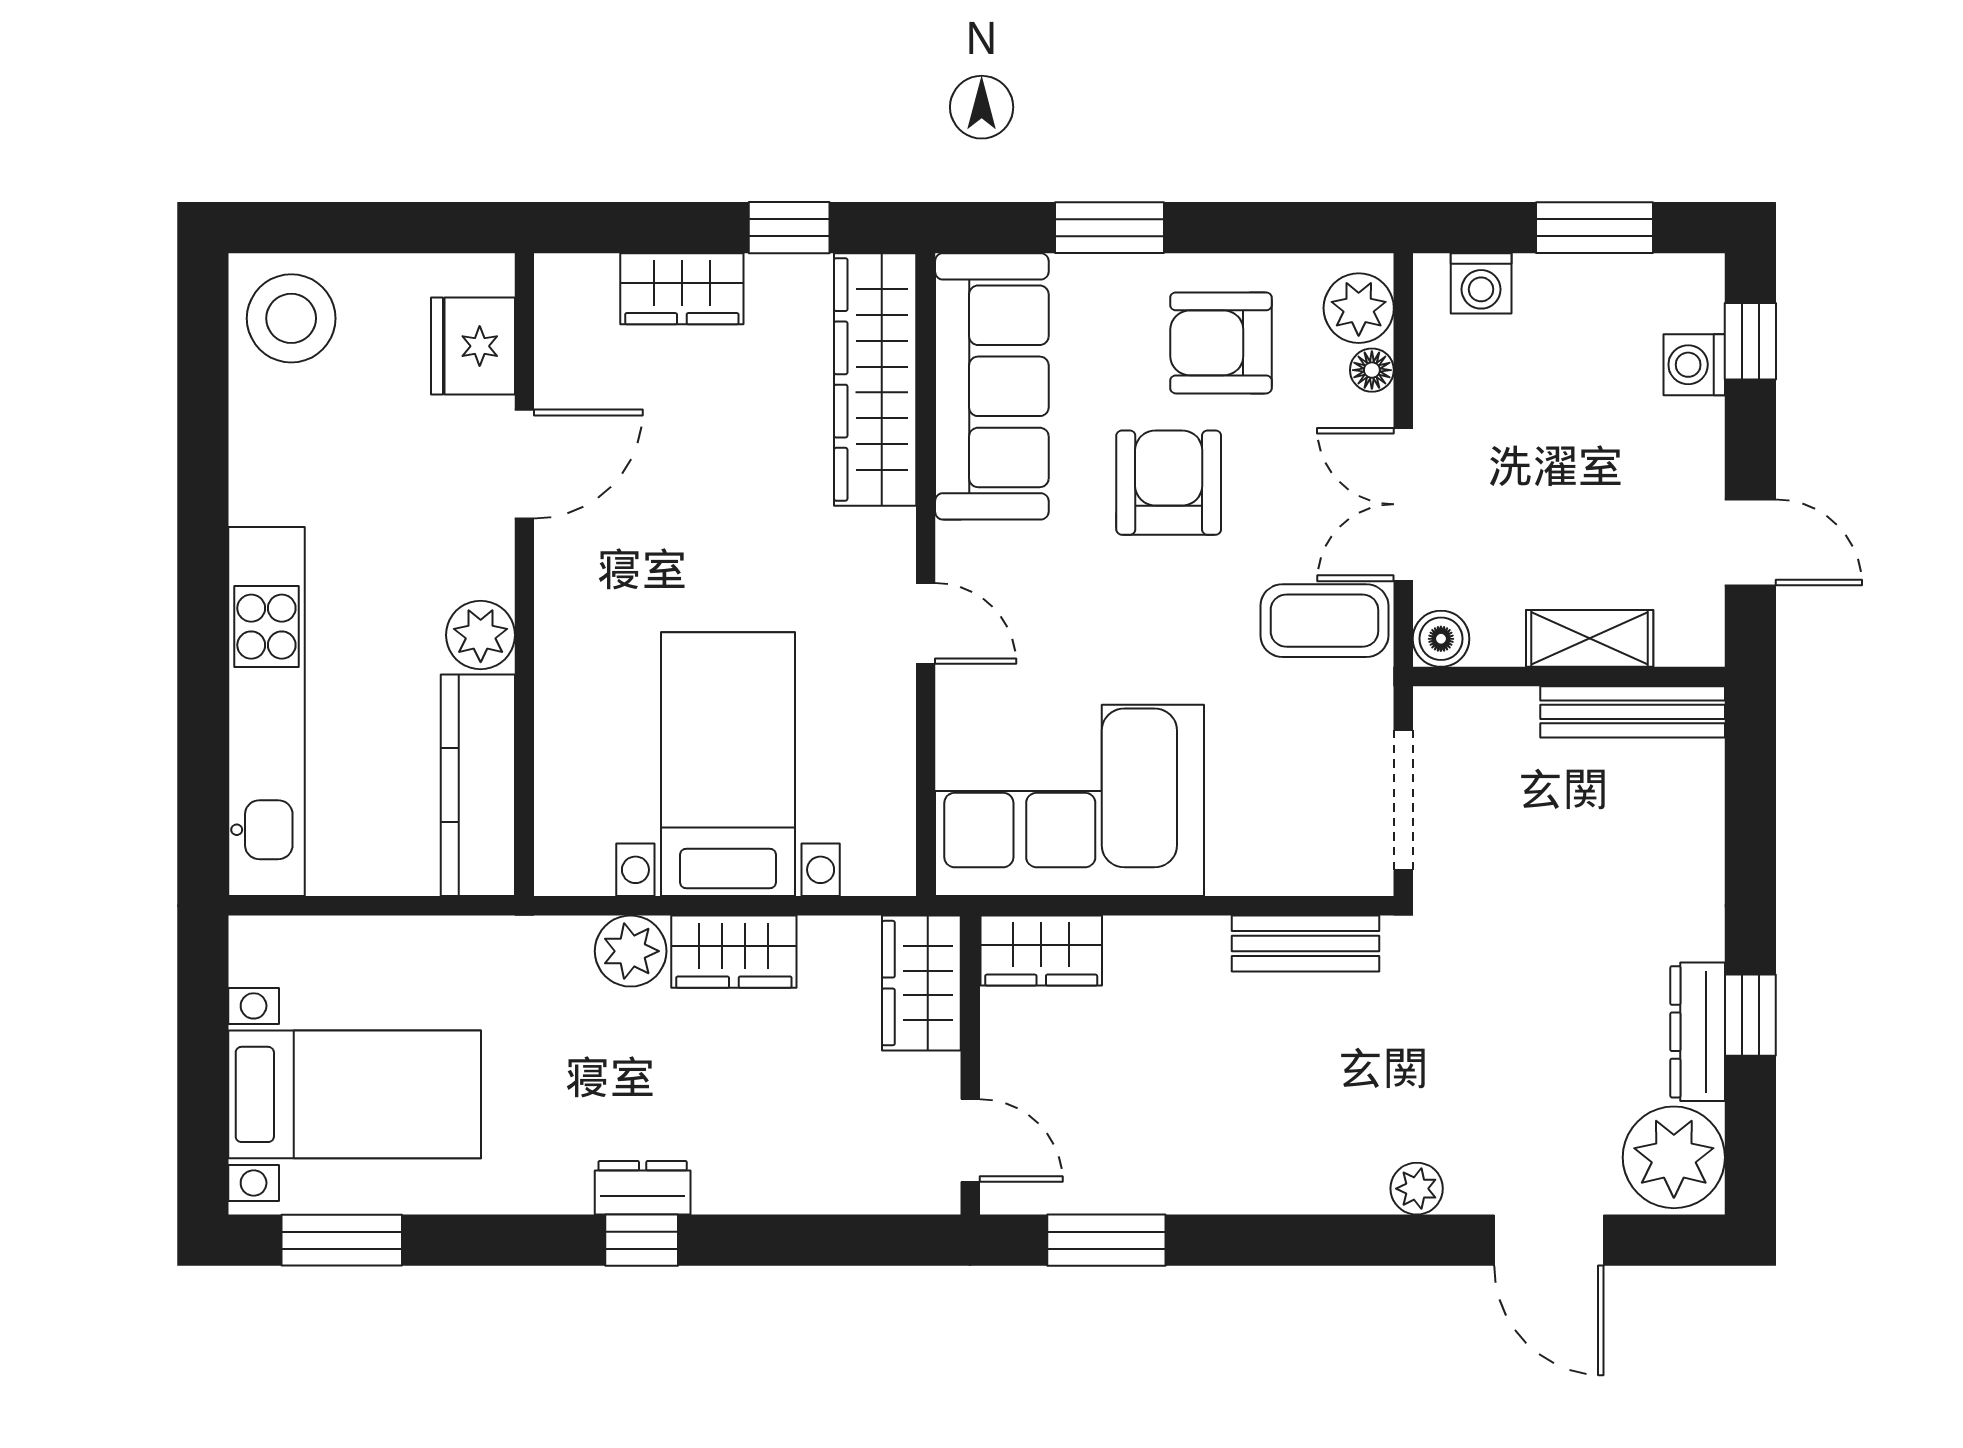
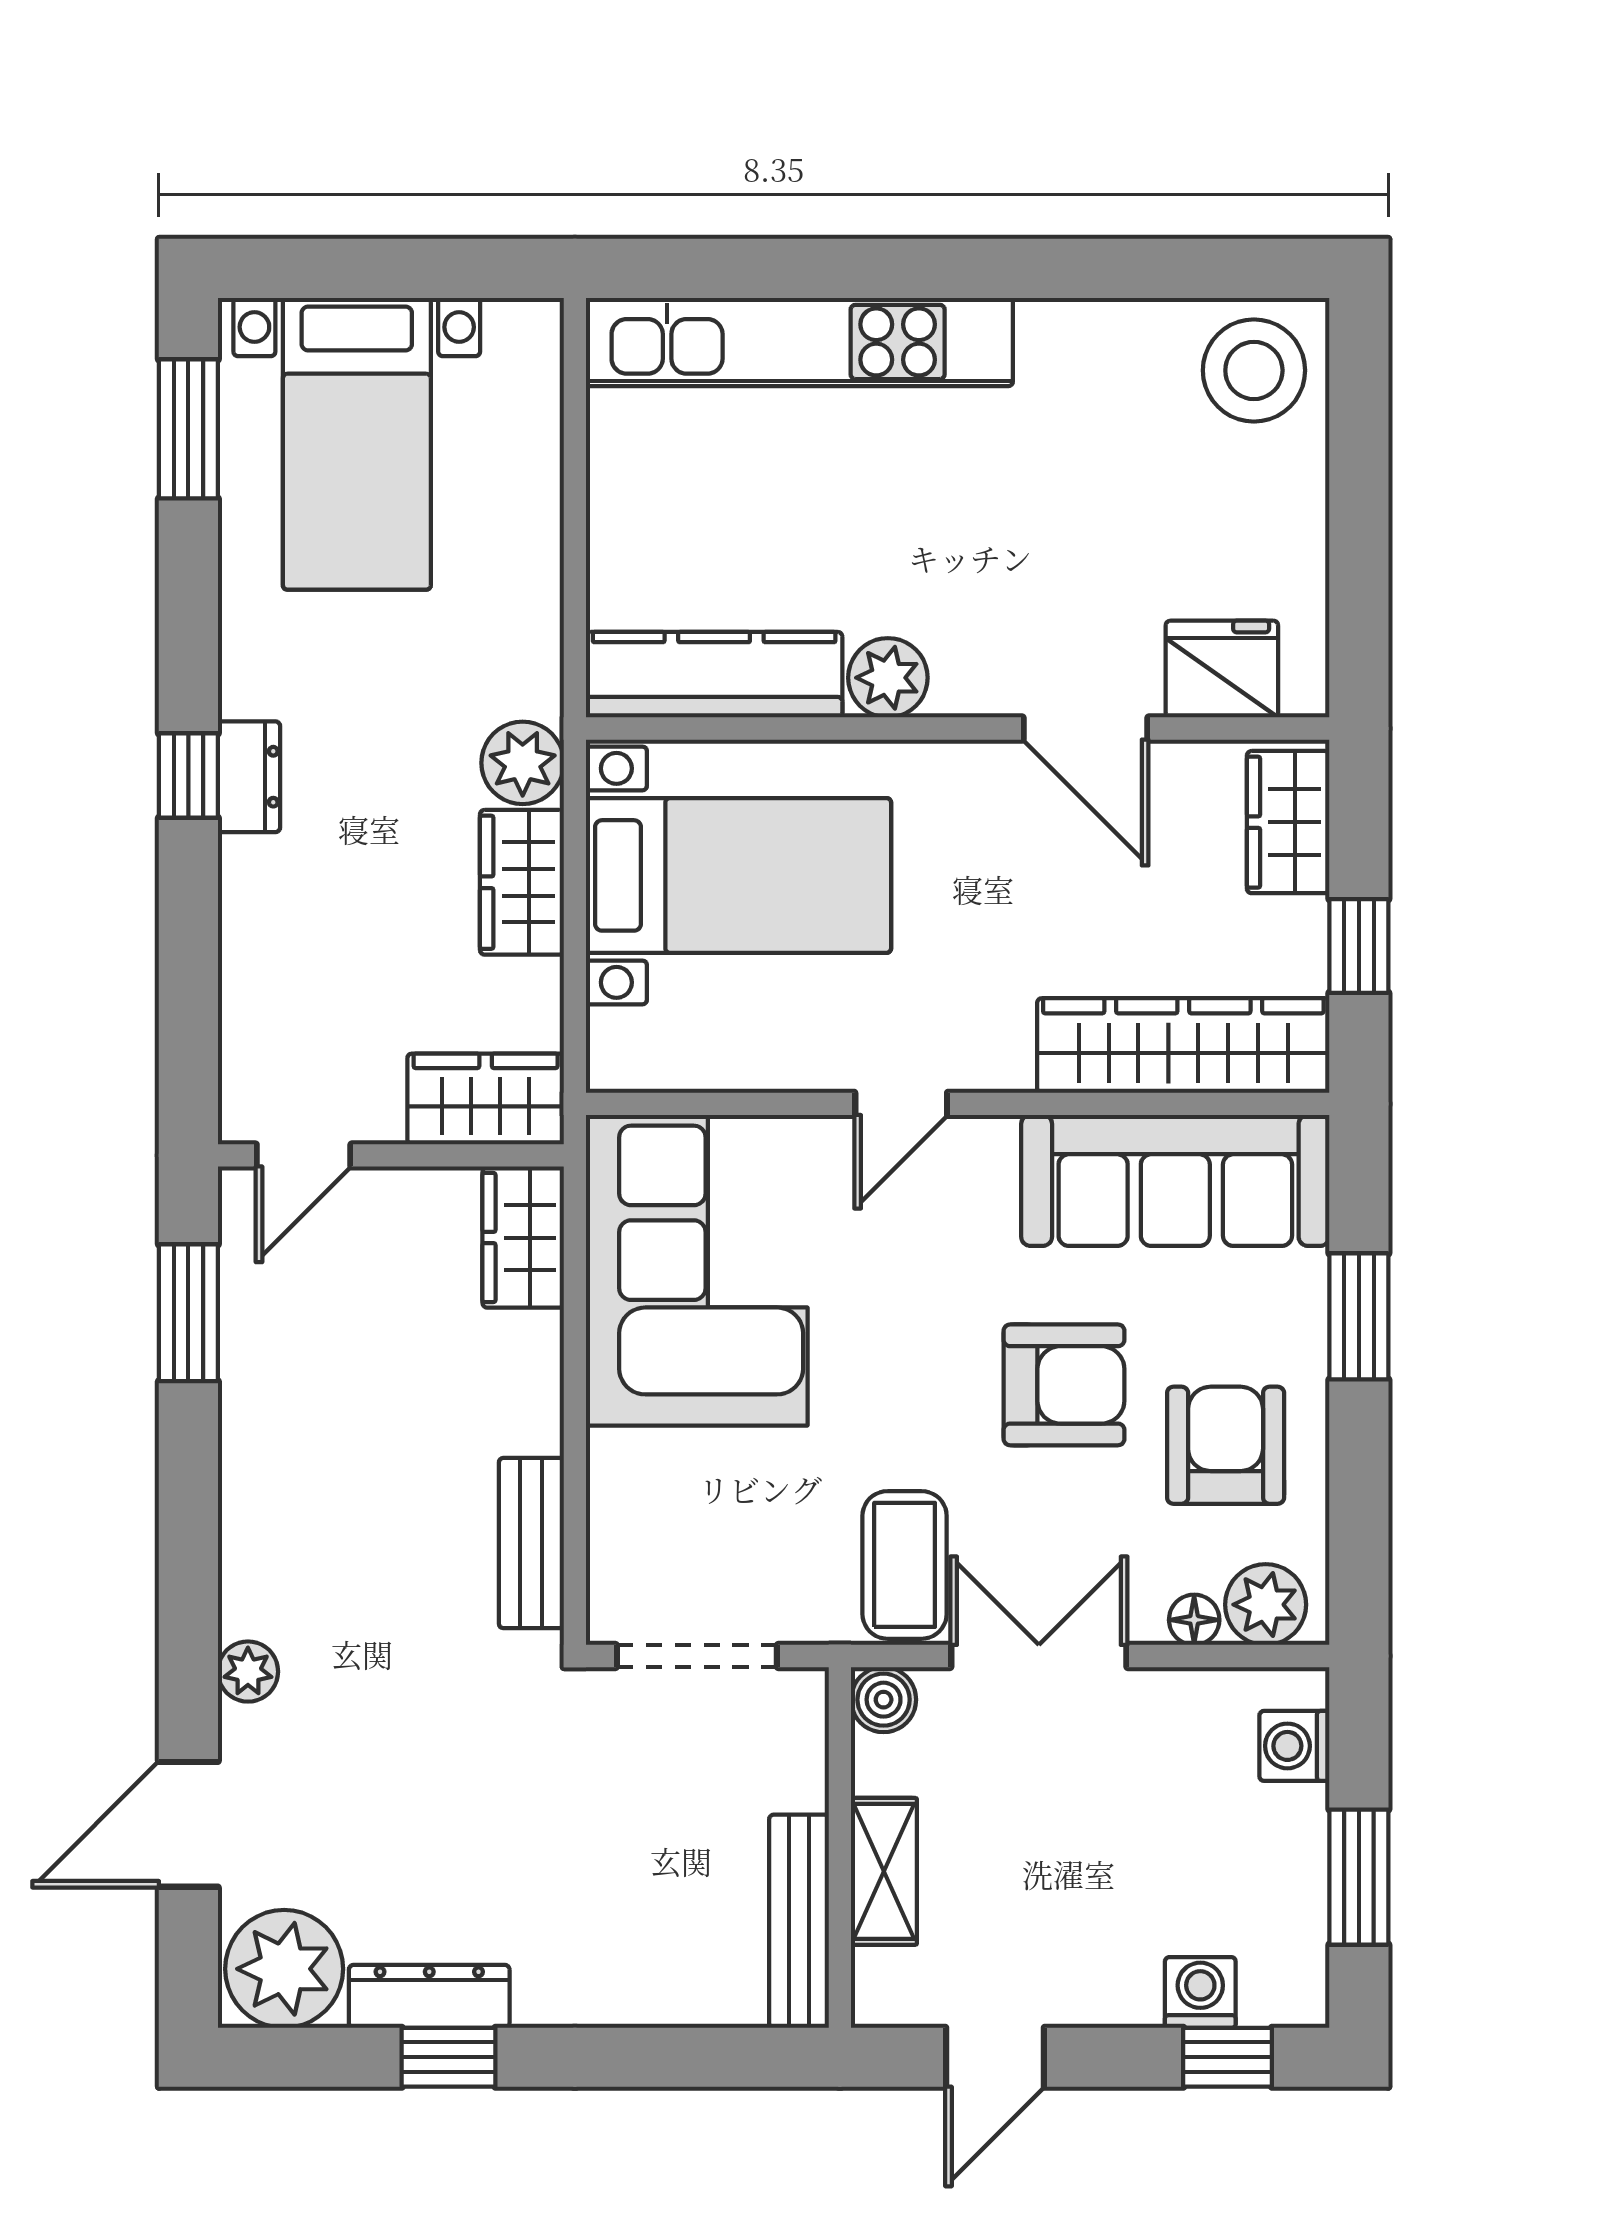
fridge: (473, 346) -> (1222, 669), moved
door: (524, 464) -> (1086, 728), moved
wall: (524, 575) -> (958, 728), moved
plant: (481, 635) -> (888, 678), moved
kitchen counter: (478, 785) -> (714, 675), moved

